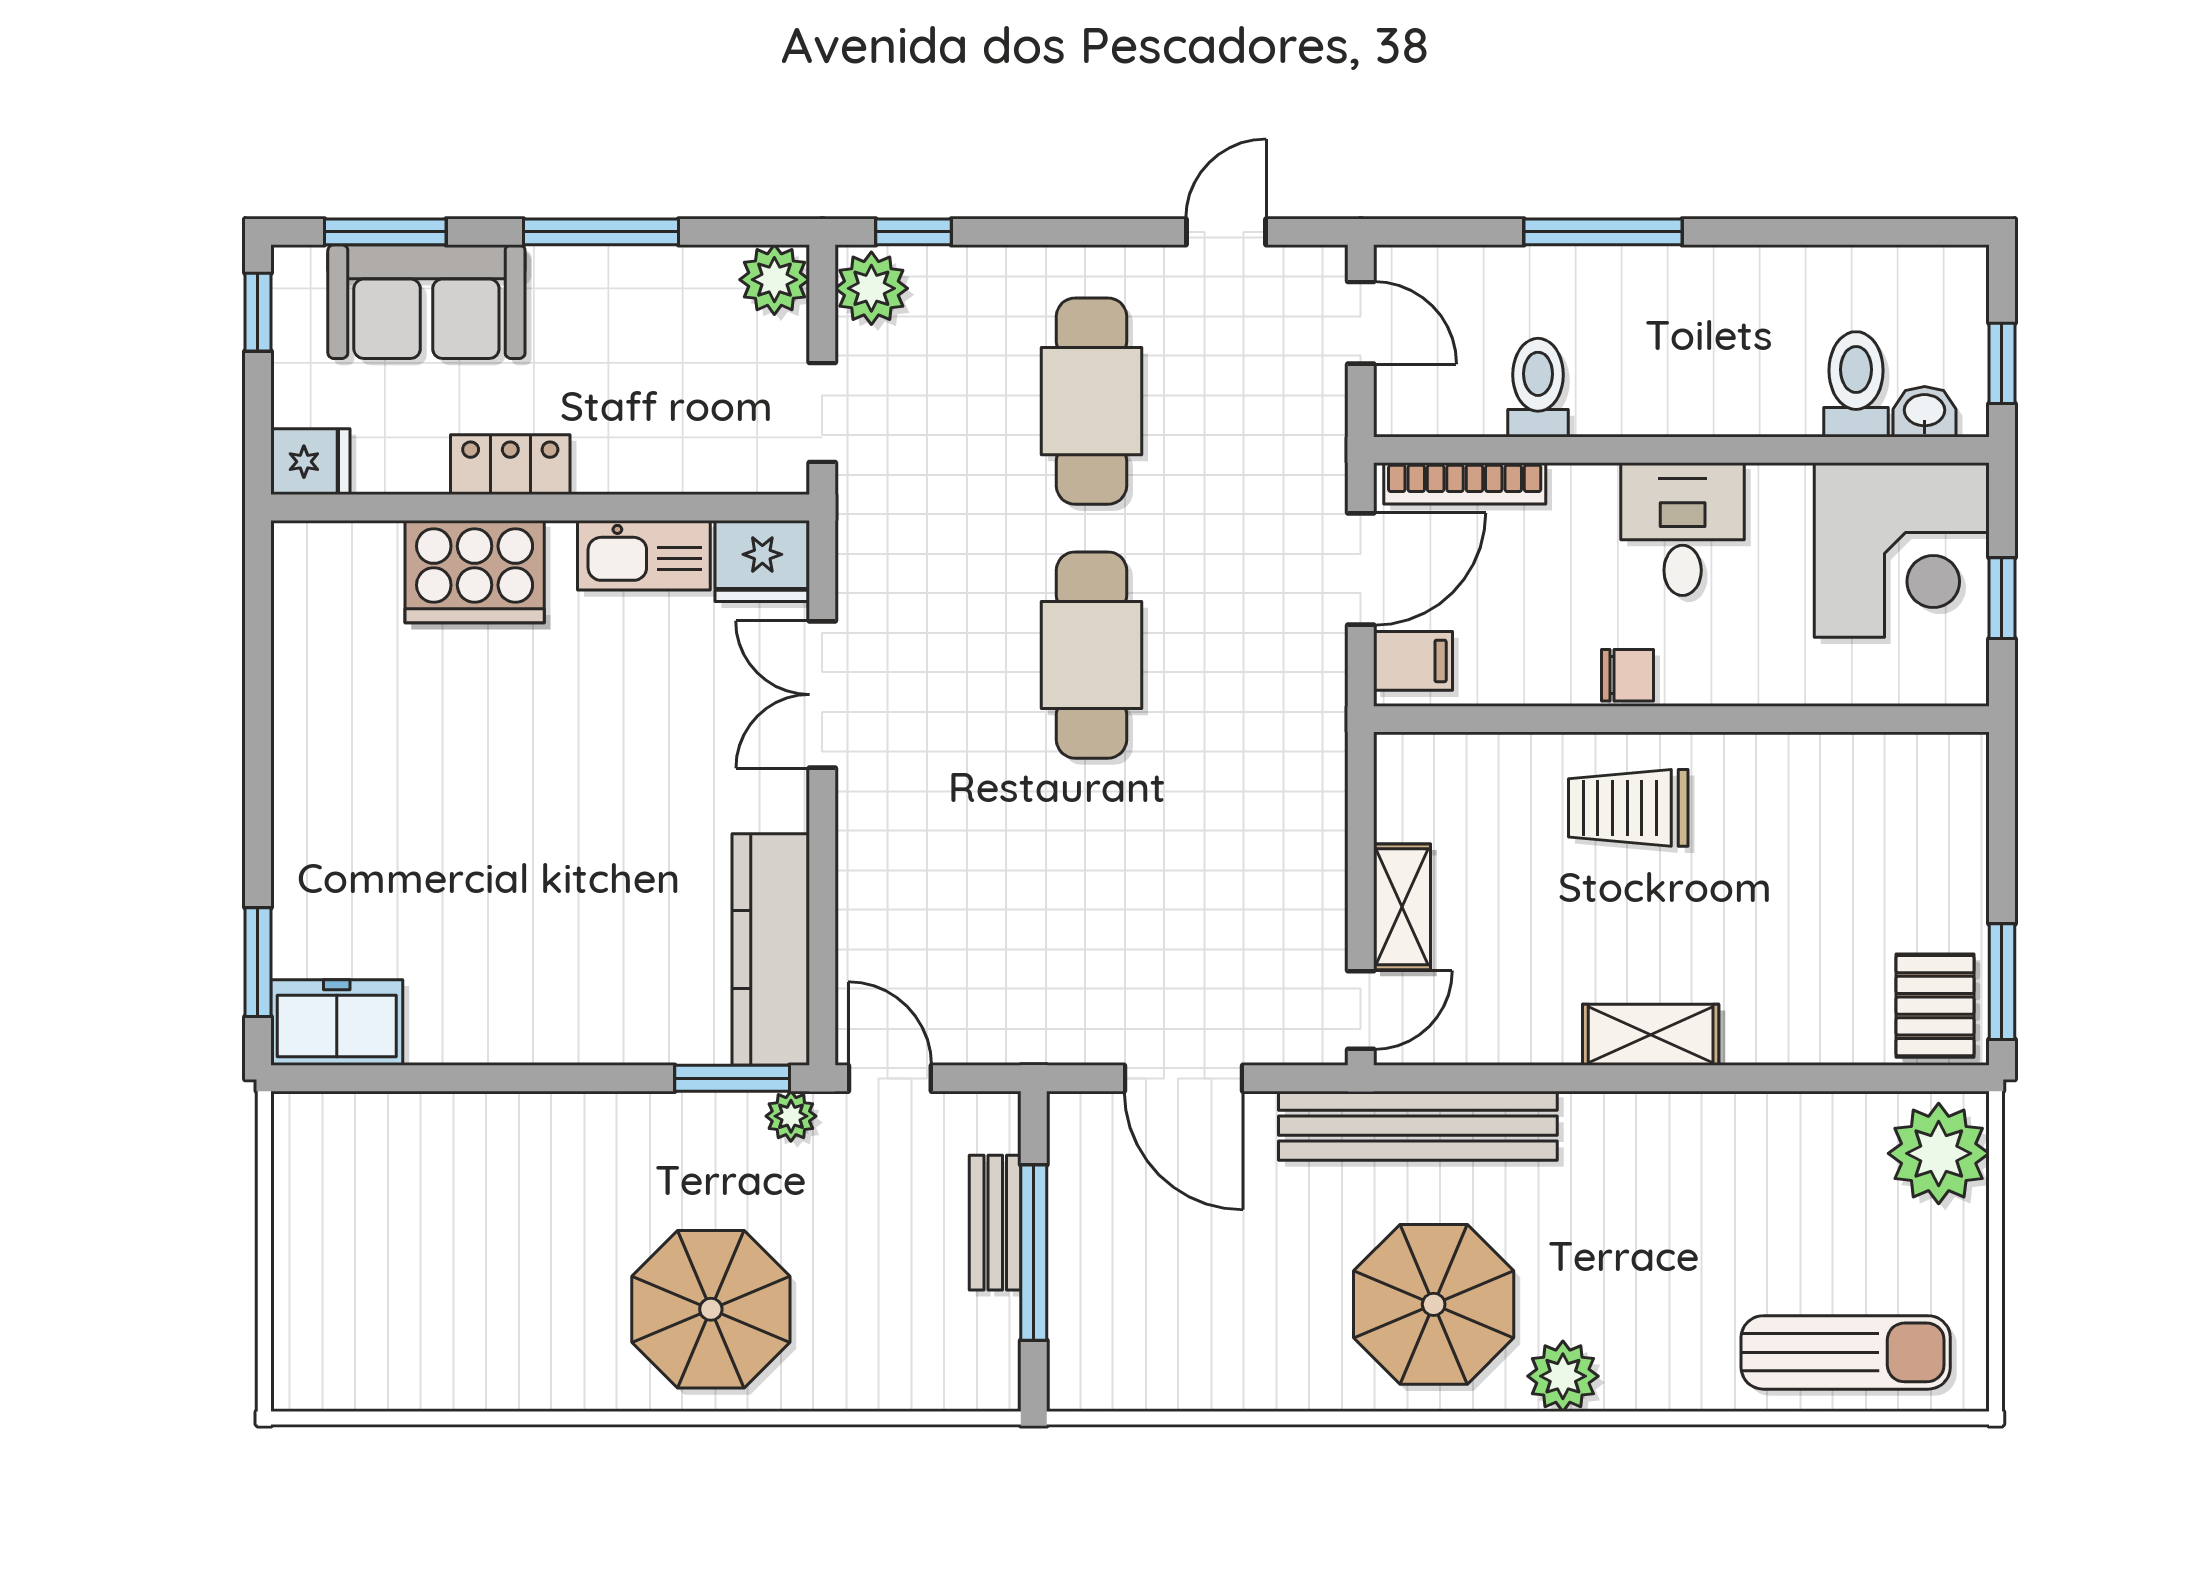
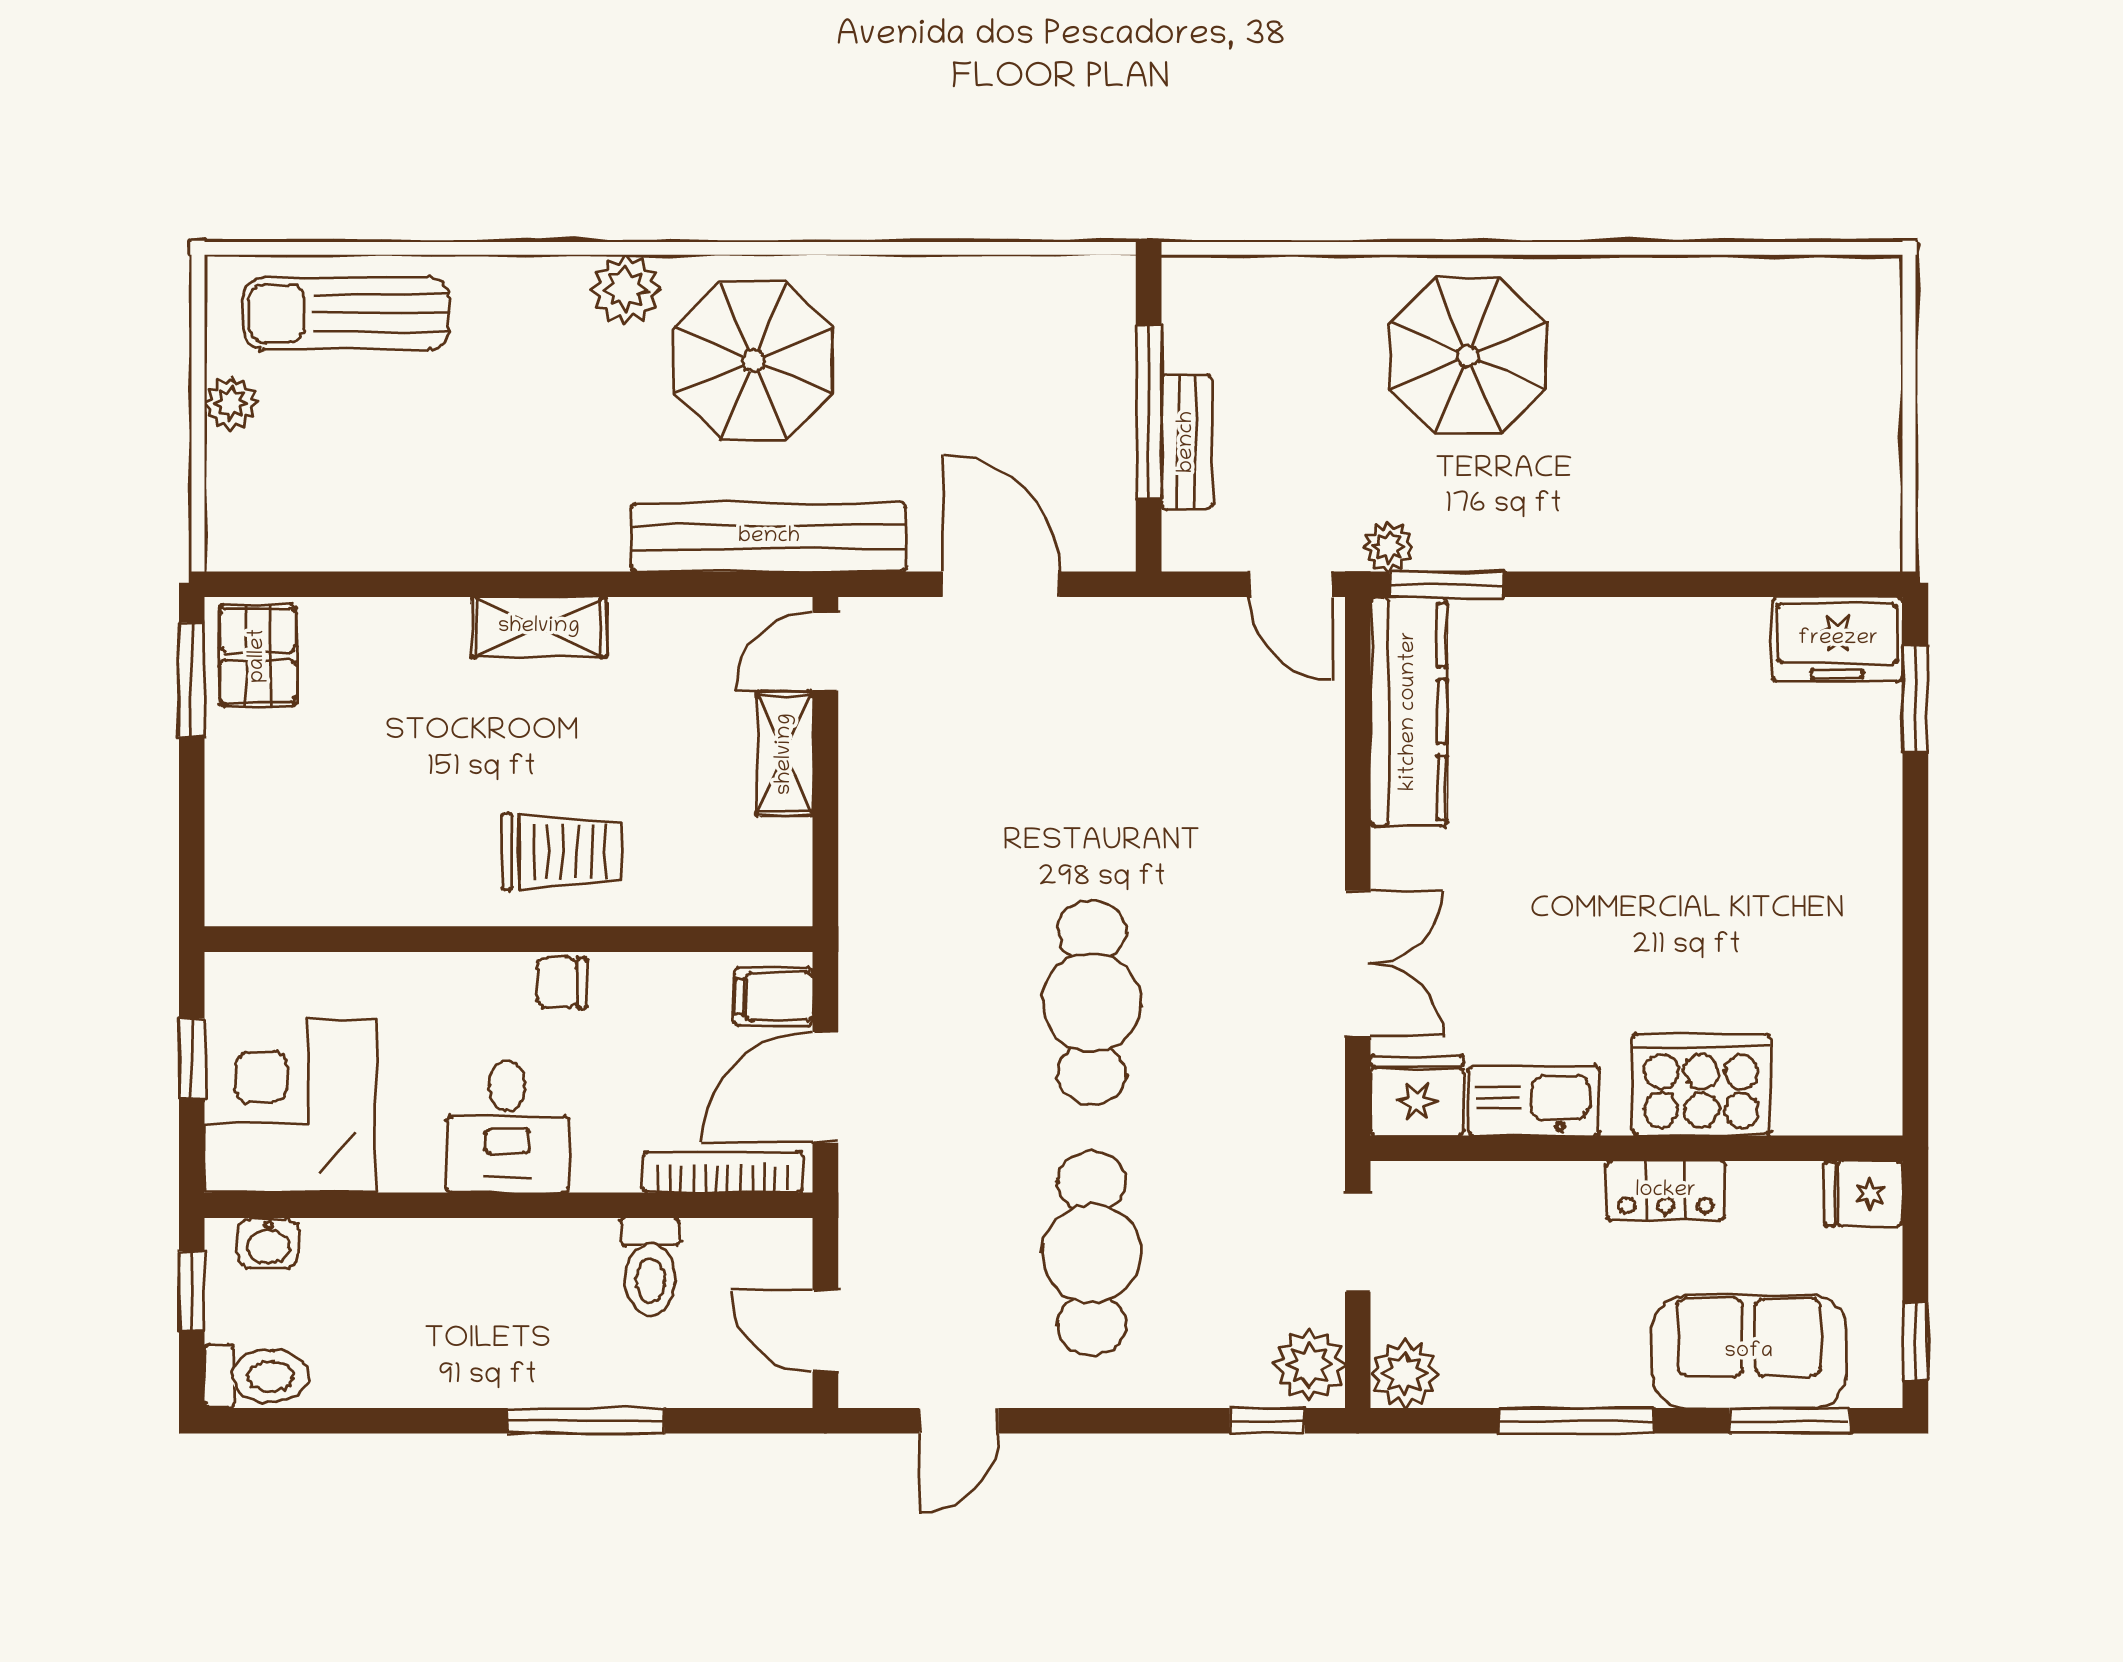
toilet: (1856, 384) -> (257, 1376), moved, turned -90
plant: (1939, 1153) -> (231, 403), moved, width x0.53, depth x0.53

